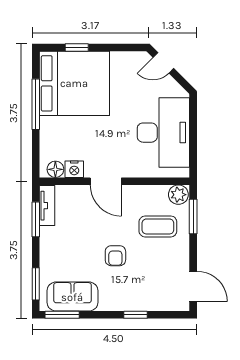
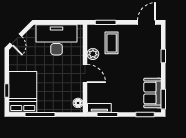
bed: (74, 83) -> (23, 92), width x0.73
nightstand: (74, 169) -> (78, 92), removed
door: (106, 181) -> (85, 73), hinge flipped
plant: (178, 195) -> (93, 54), moved
armchair: (115, 256) -> (129, 68), removed

